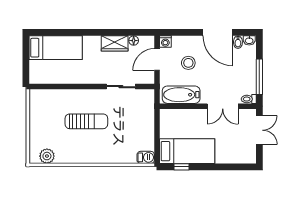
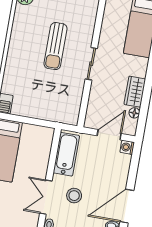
door: (157, 59) -> (109, 135), hinge flipped
stool: (188, 63) -> (74, 196), moved
sliding door: (121, 87) -> (91, 64), moved

